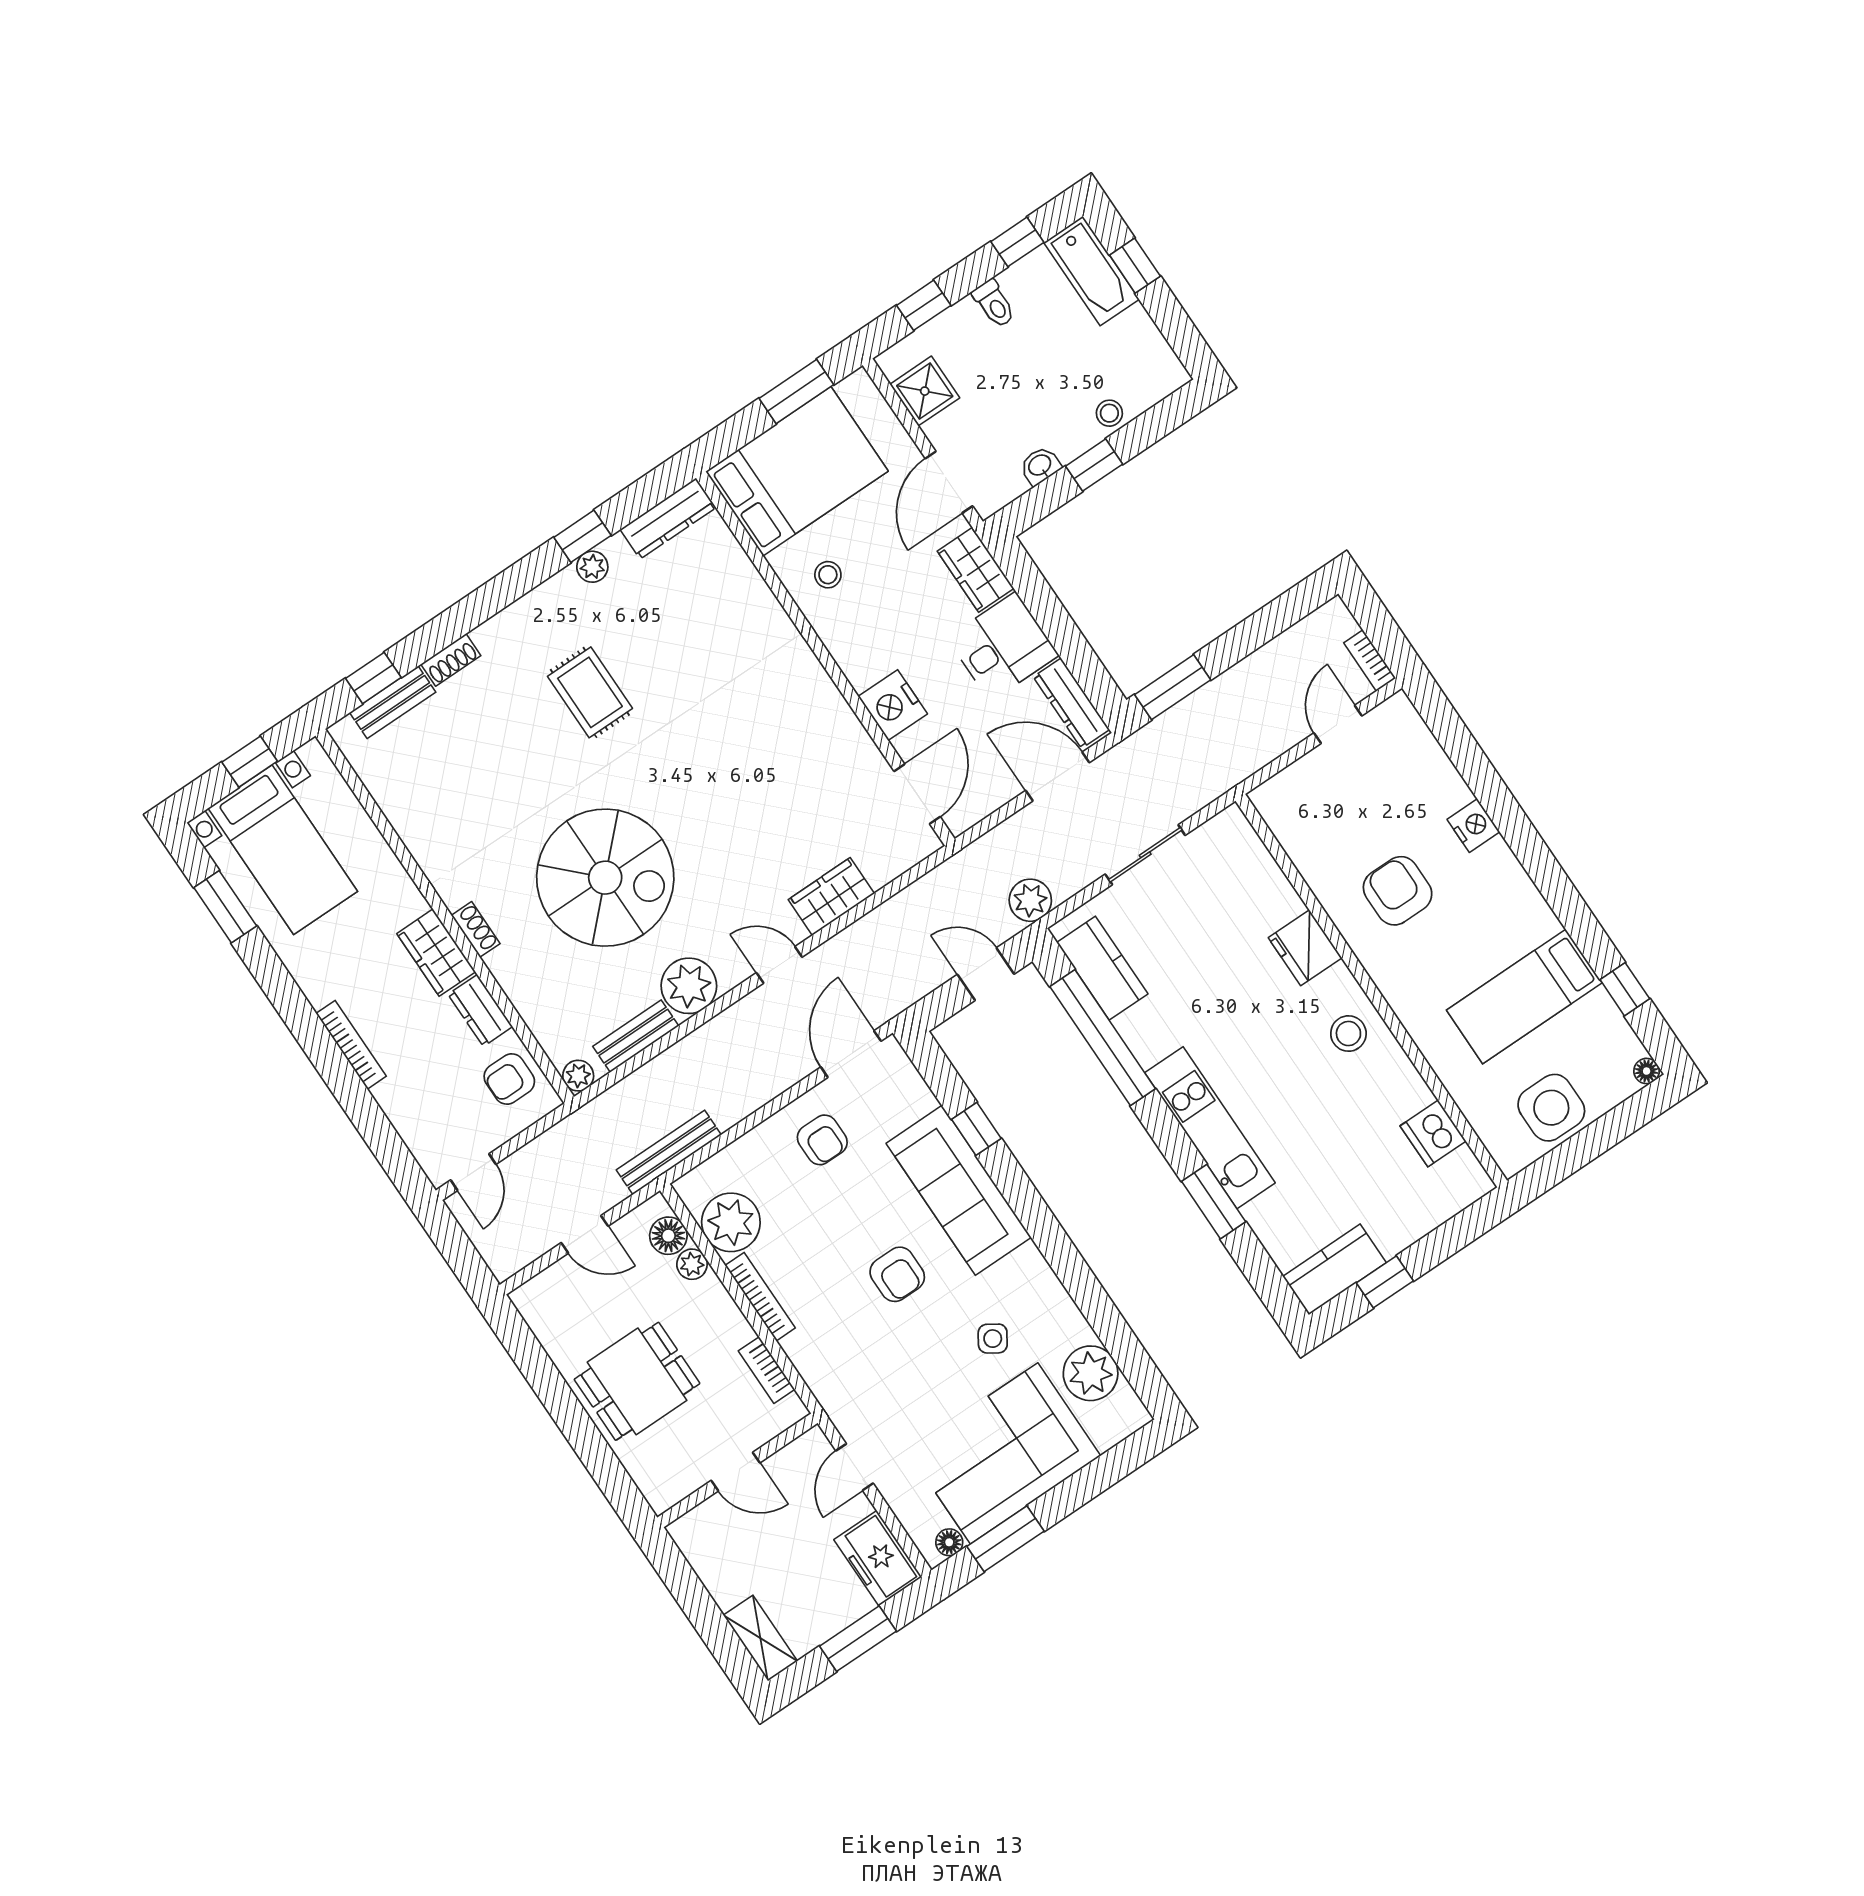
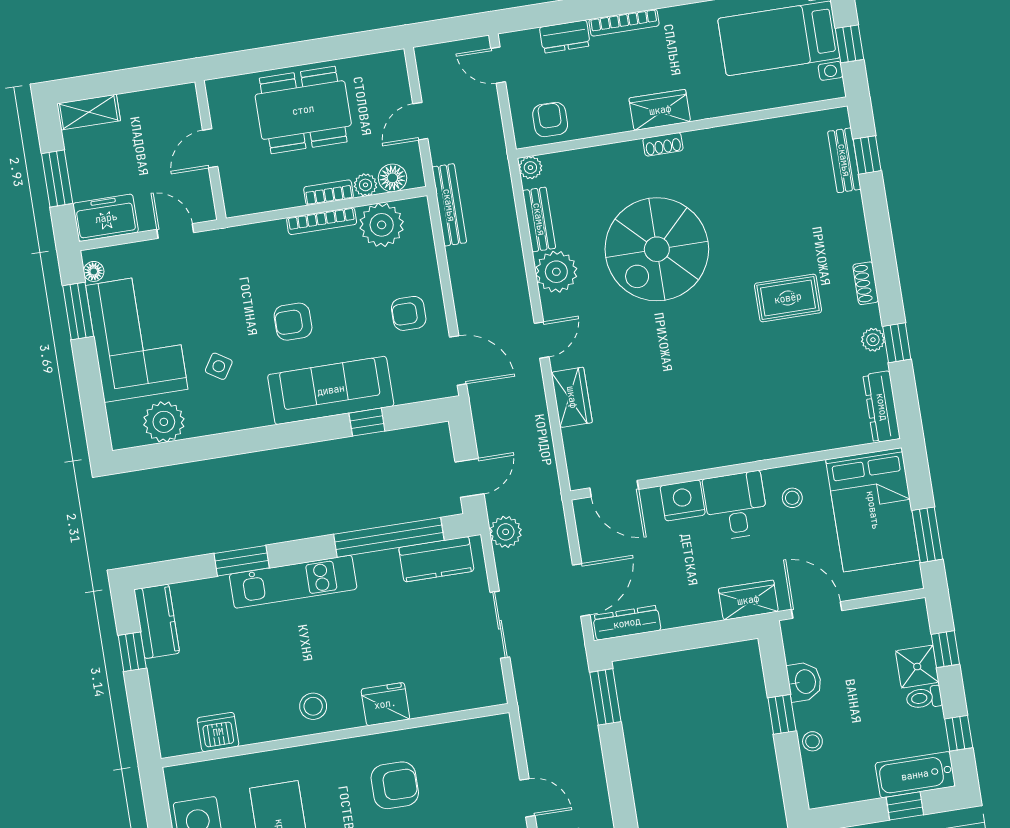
shower: (925, 391) -> (917, 667), moved
washbasin: (1040, 466) -> (804, 682), width x1.38, depth x1.45
desk: (1003, 647) -> (736, 506), moved, turned 180
shoe rack: (451, 660) -> (866, 283), moved
dresser: (480, 1010) -> (565, 37), moved, turned 180
bookcase: (767, 1370) -> (329, 193), moved
dining table: (637, 1381) -> (303, 110), width x1.37

